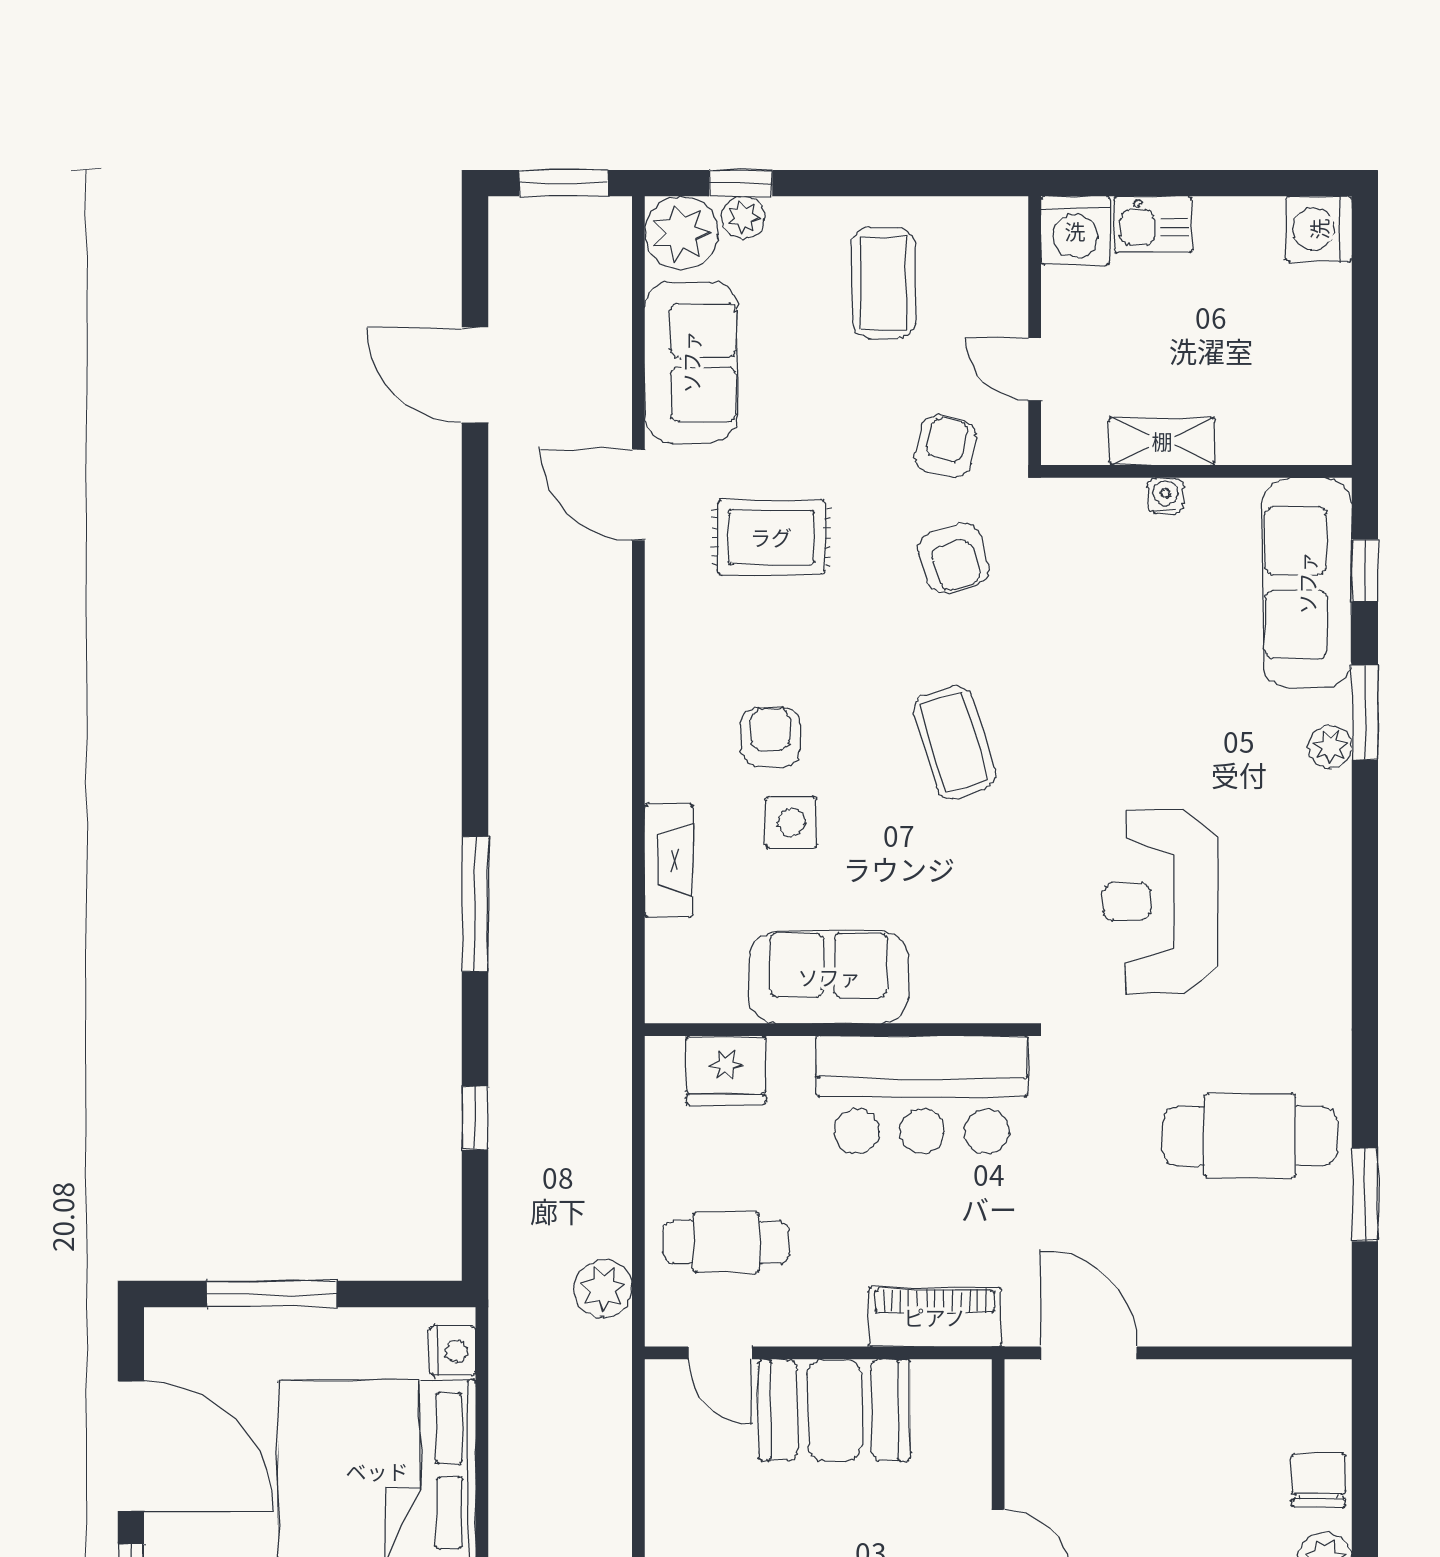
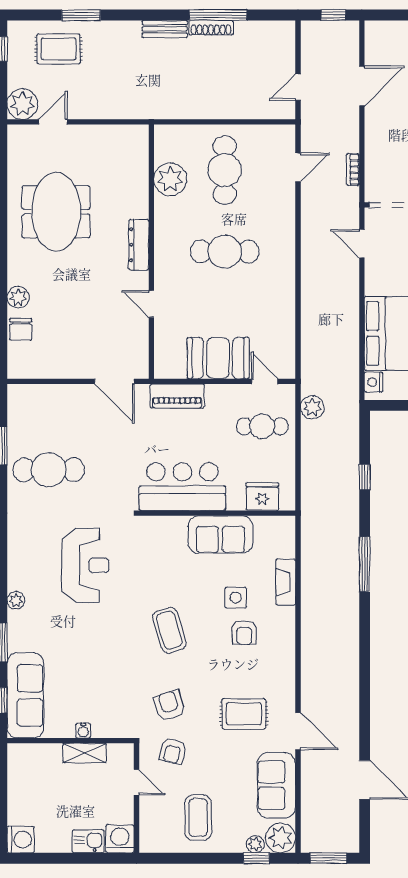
plant: (1330, 746) -> (16, 600), moved

